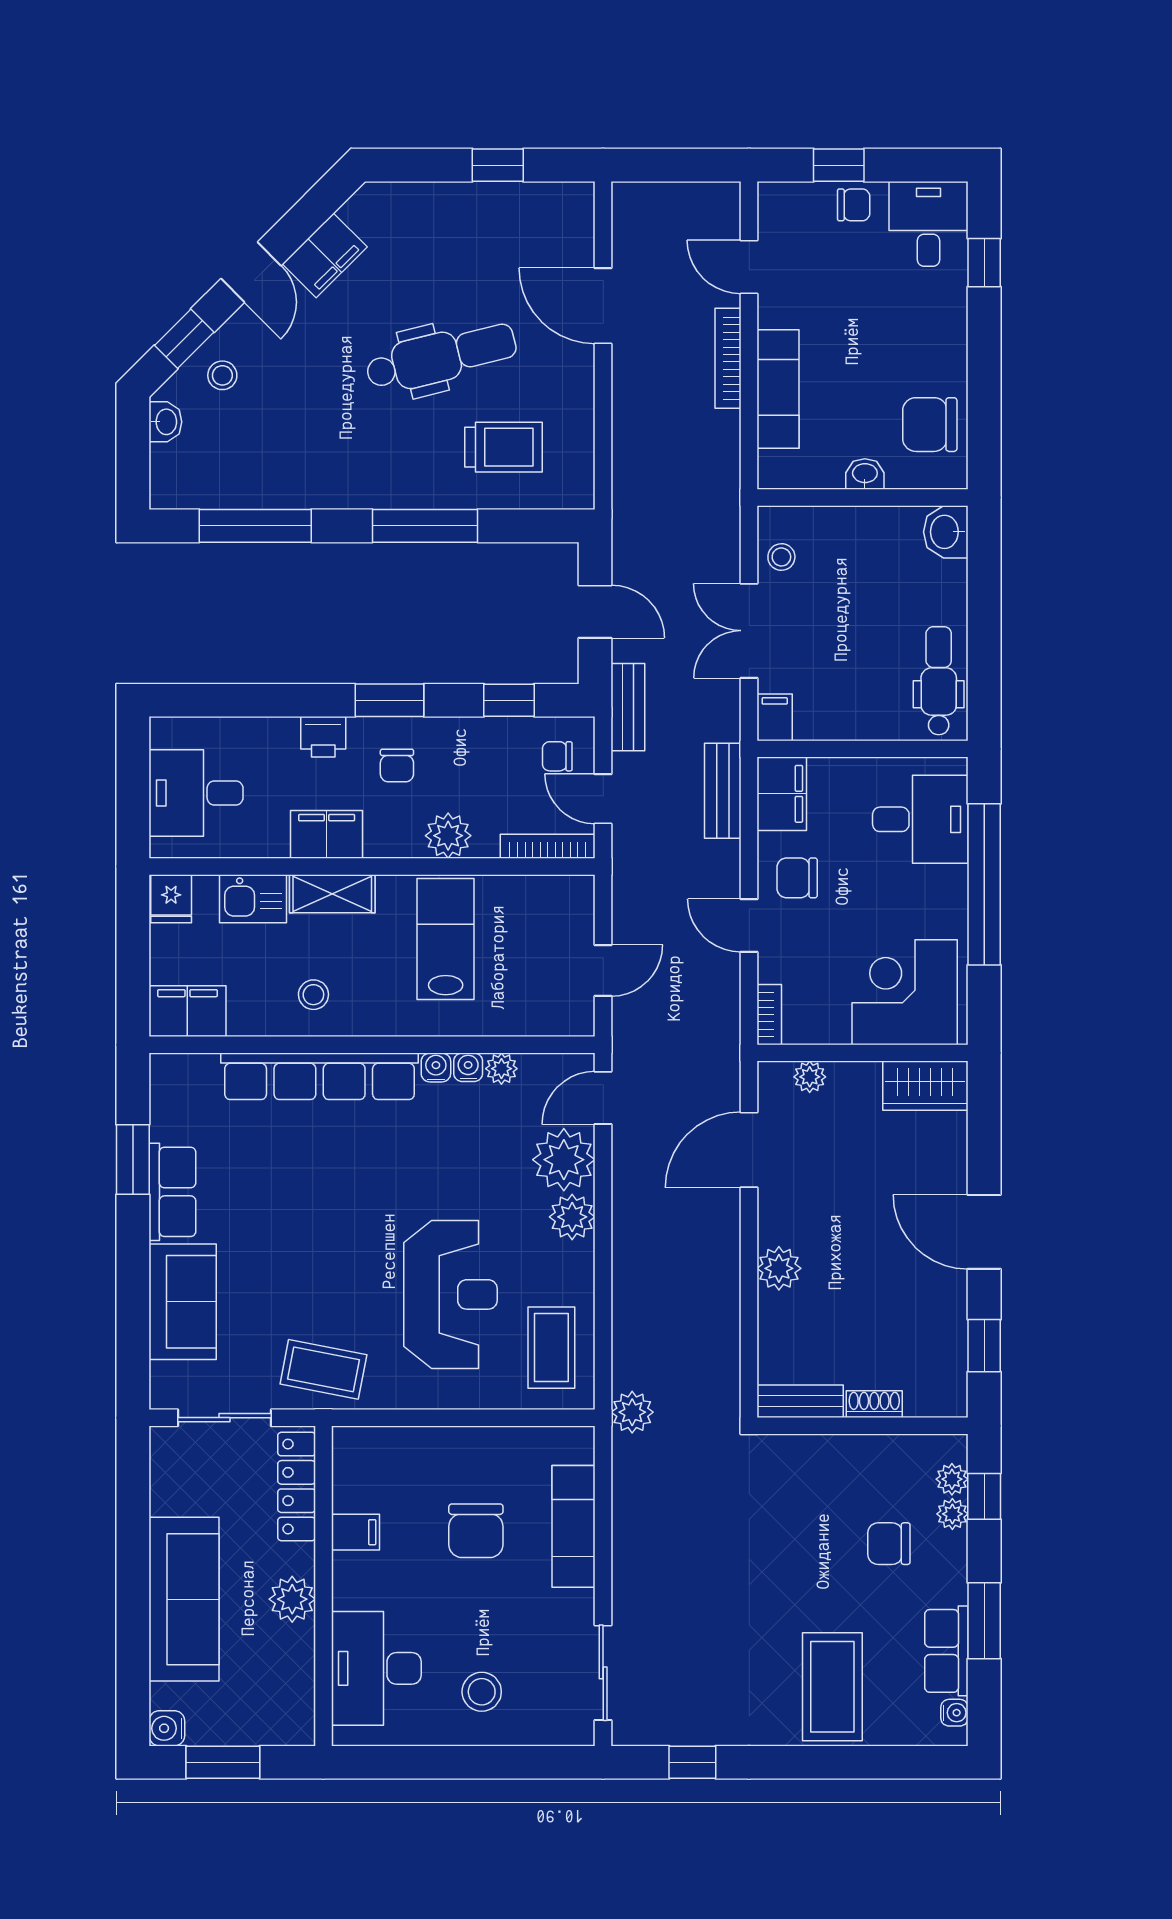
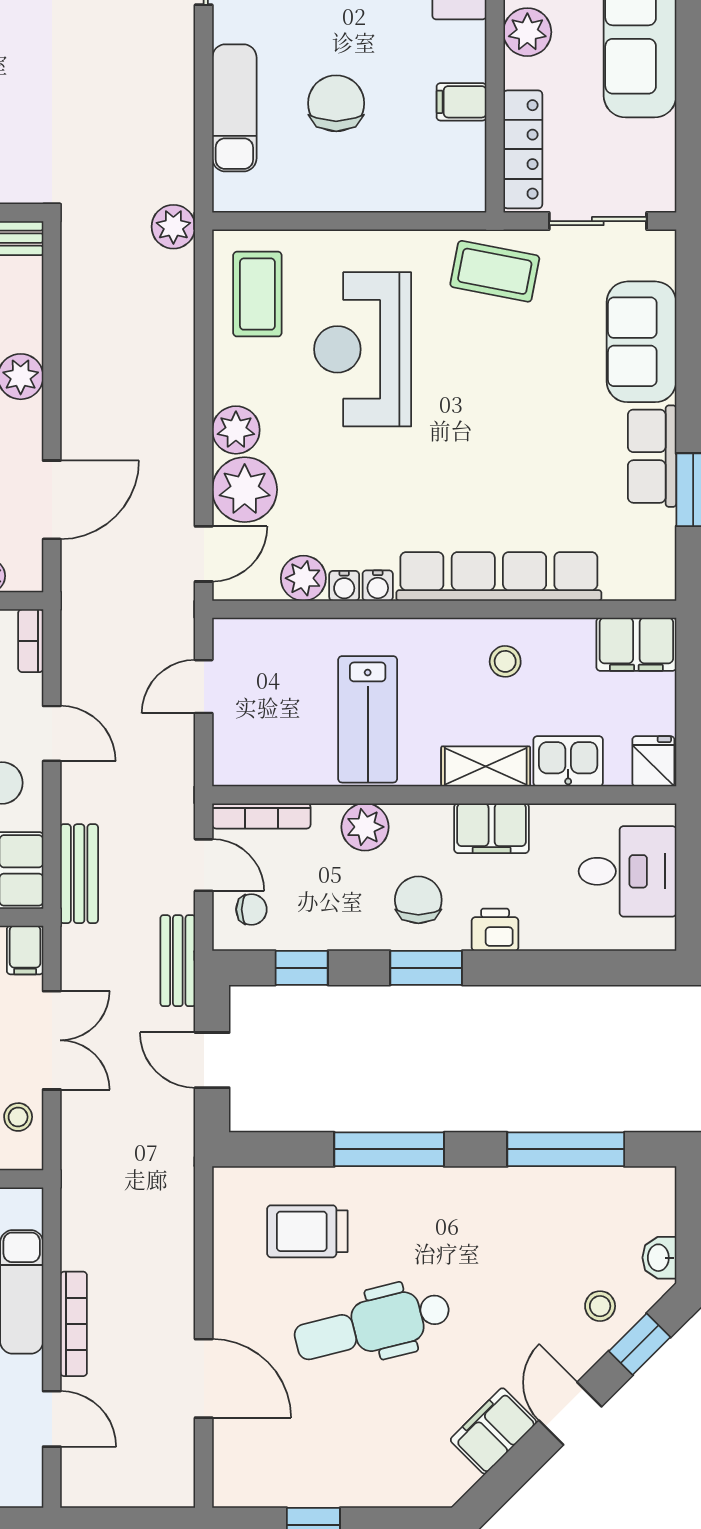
chair: (397, 766) -> (418, 900), width x1.37, depth x1.37
plant: (501, 1069) -> (303, 578), width x1.38, depth x1.38

